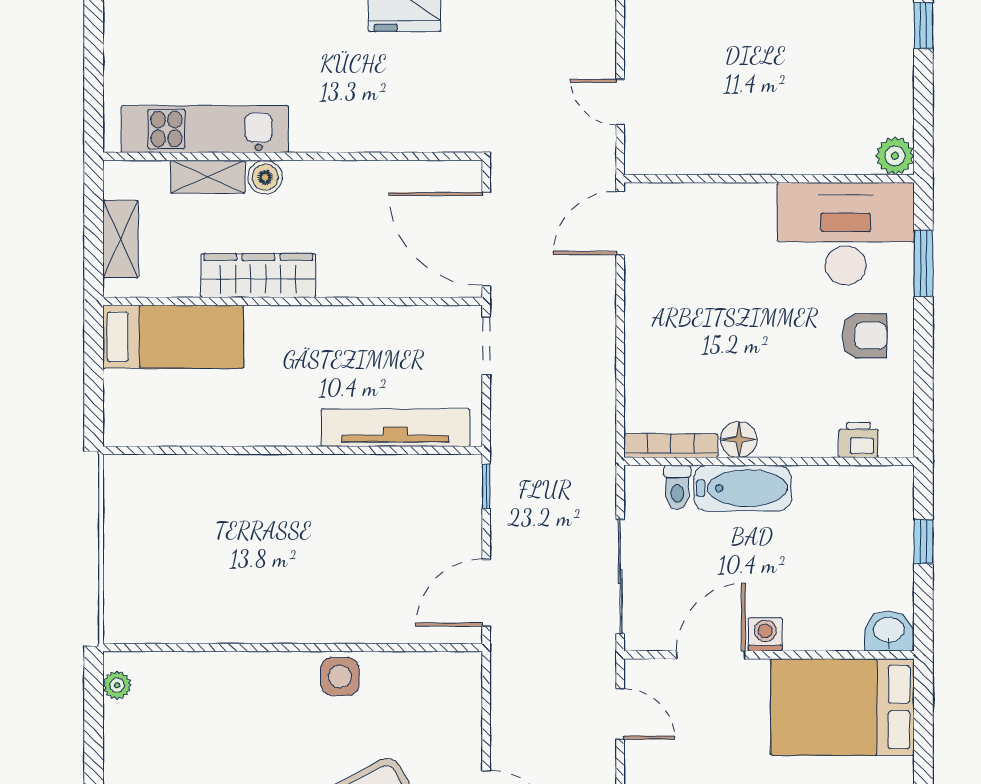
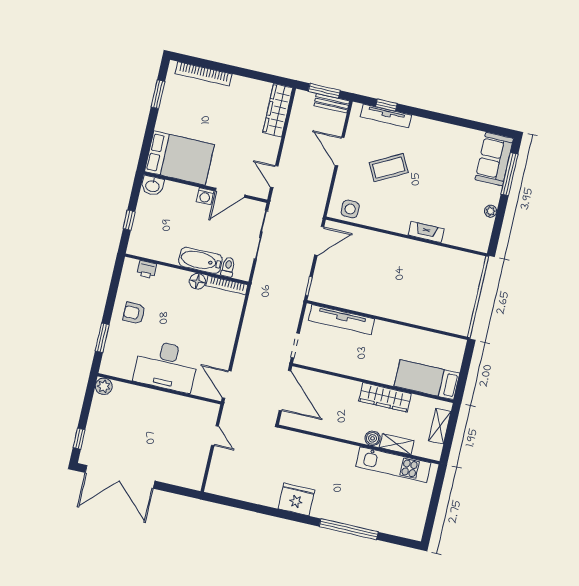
door: (620, 223) -> (227, 384), swing flipped
desk: (846, 234) -> (166, 366), moved
fireplace: (251, 668) -> (426, 232), added
side table: (340, 676) -> (350, 209), moved
plant: (117, 685) -> (491, 211), moved

